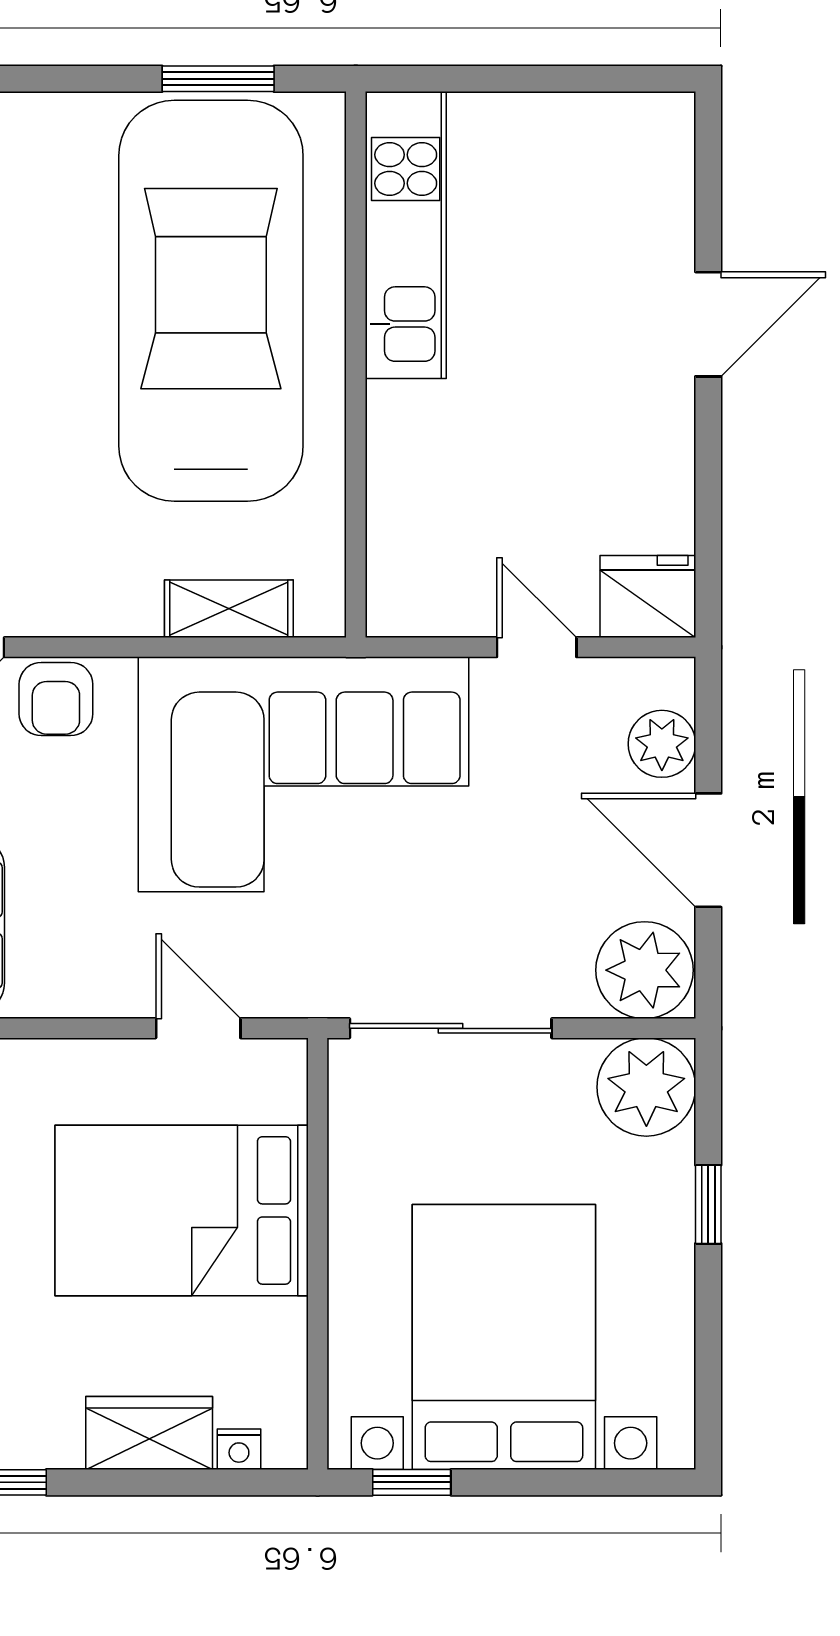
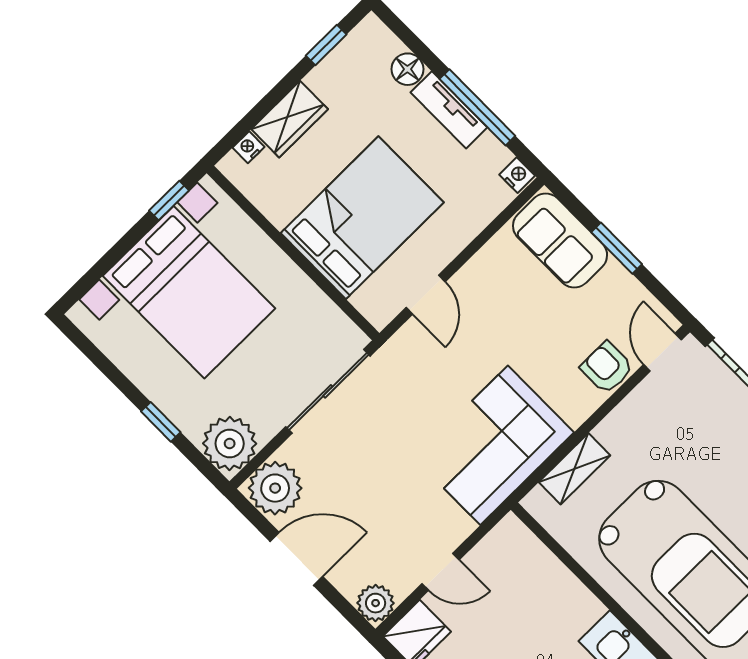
plant: (662, 744) -> (376, 603), moved
corner sofa: (304, 774) -> (494, 445), width x0.73, depth x0.74
door: (198, 1028) -> (426, 295), hinge flipped

